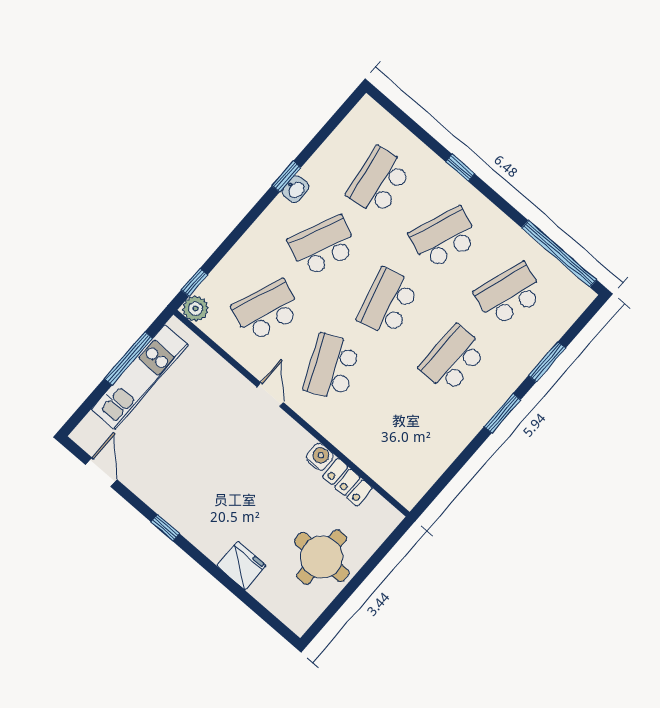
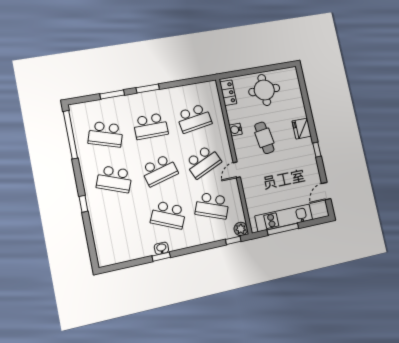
school desk: (379, 181) -> (194, 118), moved
cafe table: (264, 480) -> (264, 138), added
locker: (347, 482) -> (228, 93), moved
fridge: (241, 566) -> (302, 129), moved

